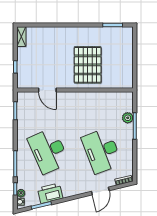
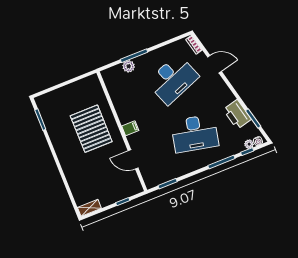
pallet: (88, 65) -> (91, 129), turned 90
door: (47, 90) -> (133, 159), swing flipped
filing cabinet: (75, 98) -> (130, 128), added
desk: (48, 151) -> (195, 133), turned 36

